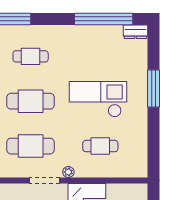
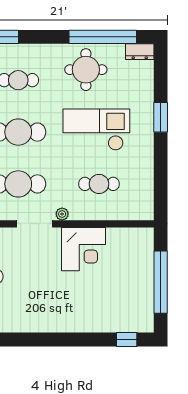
round table: (89, 47) -> (86, 70), added
window: (154, 88) -> (161, 117), width x0.69

